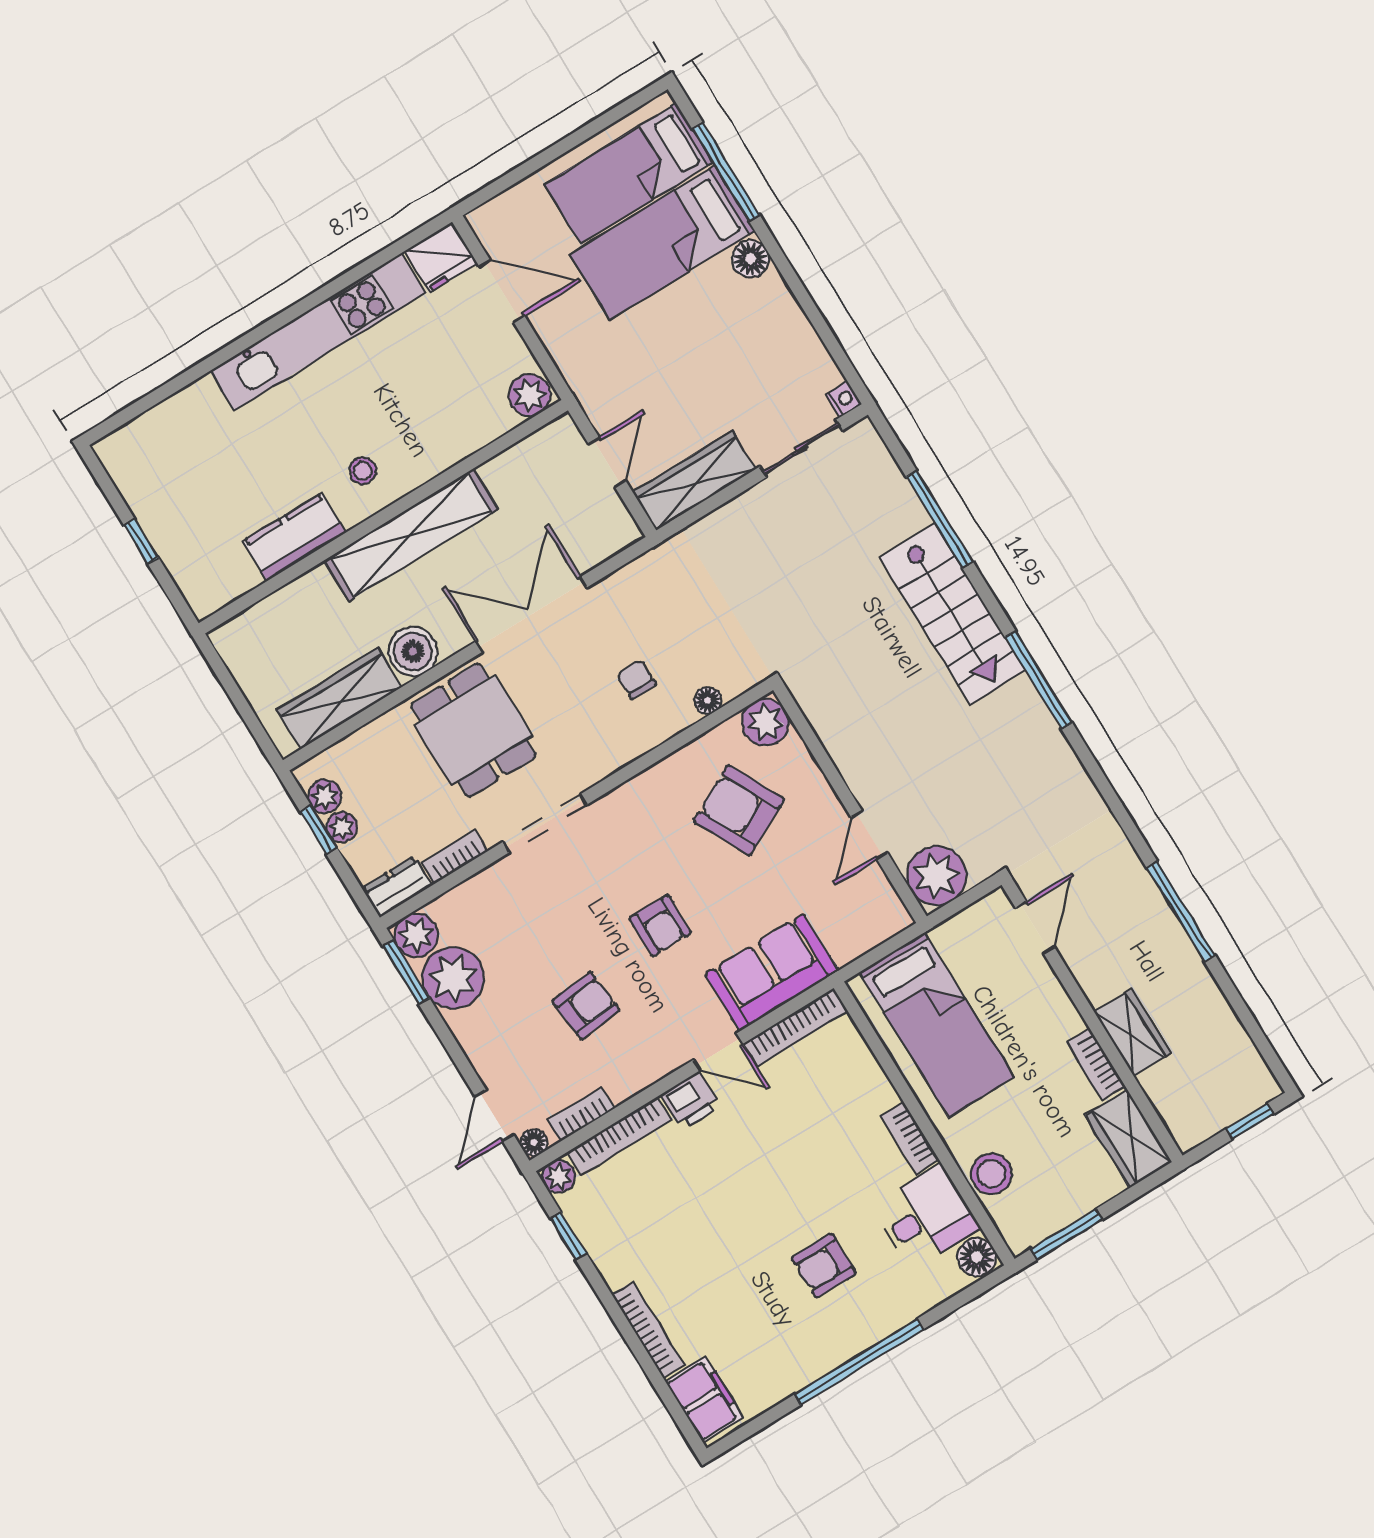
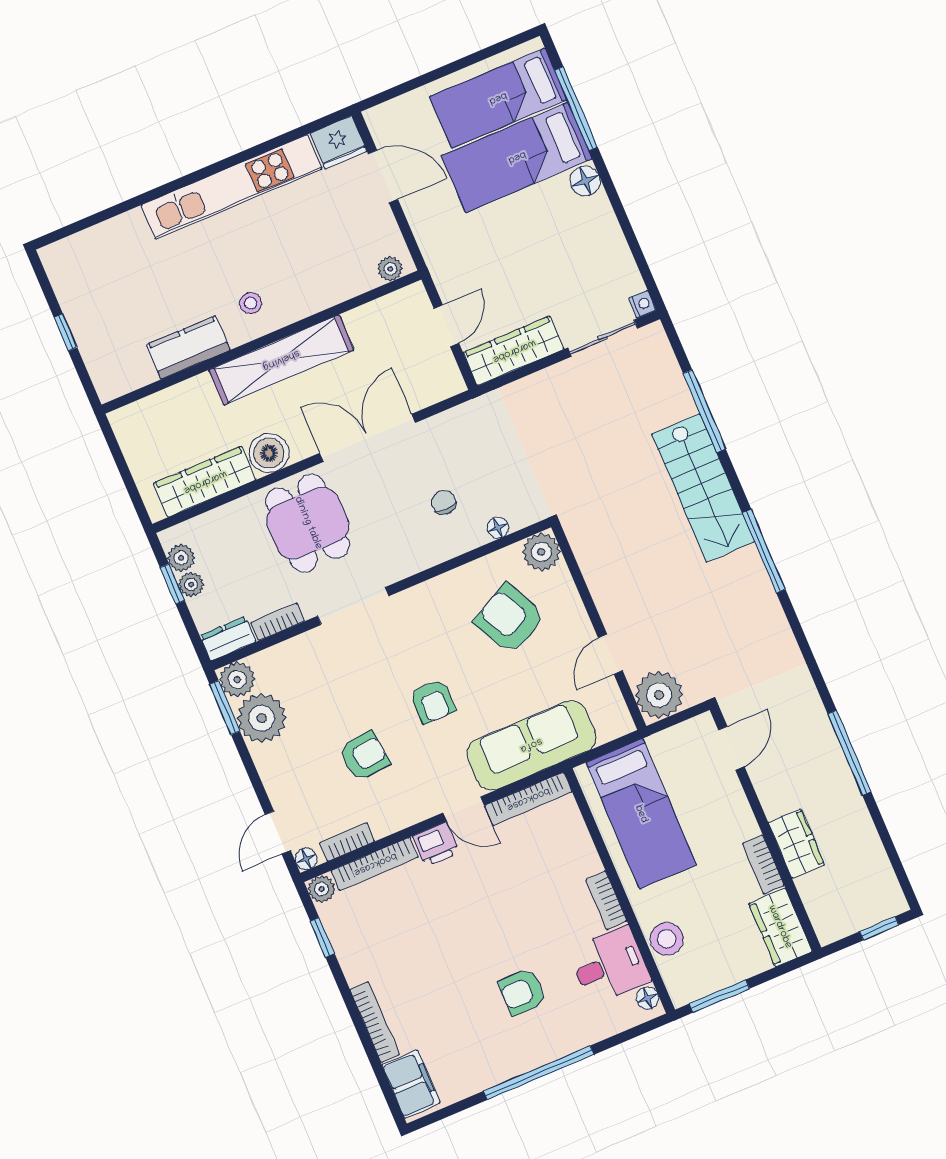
plant: (529, 395) -> (390, 269), width x0.73, depth x0.73
sofa: (772, 972) -> (531, 745), width x1.36
floor lamp: (977, 1257) -> (647, 998), width x0.73, depth x0.73

